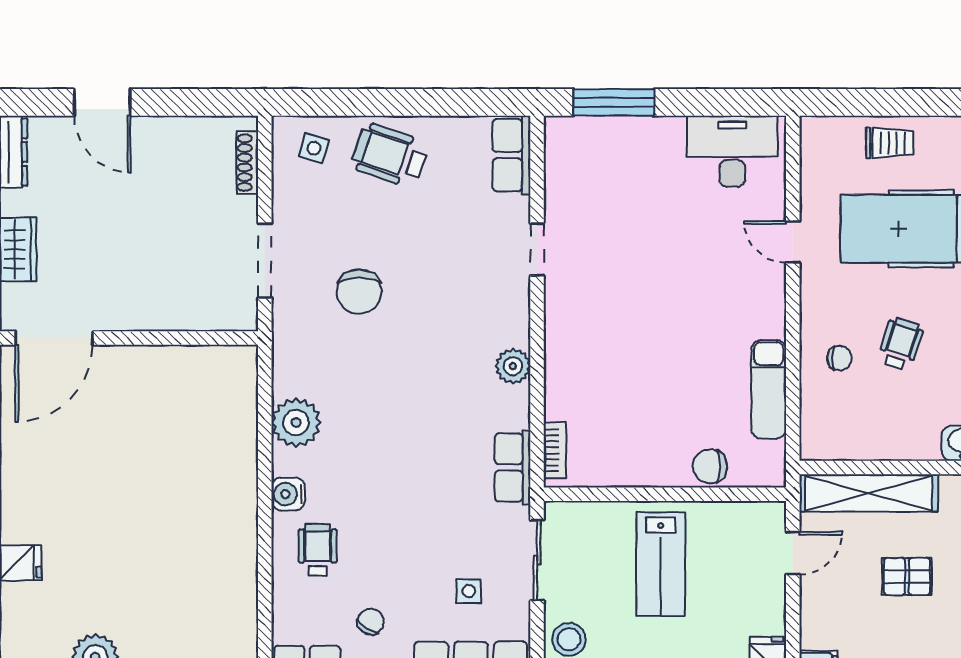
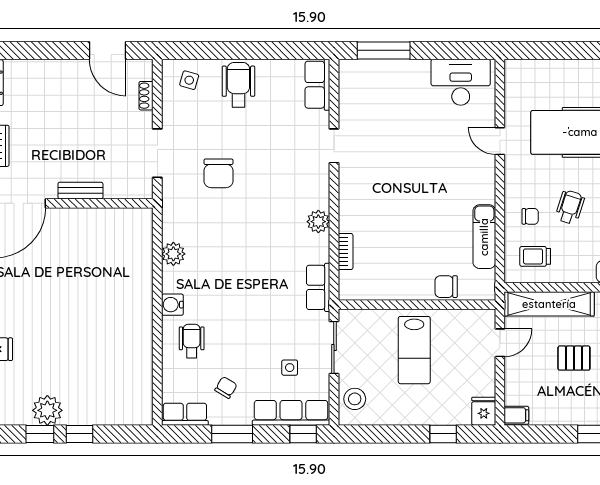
door: (102, 102) -> (107, 50), moved
trolley: (890, 143) -> (535, 256), moved, turned 180
wheelchair: (390, 155) -> (238, 85), turned 71
shoe rack: (247, 163) -> (146, 96), width x0.70
bench: (146, 318) -> (80, 191), added
plant: (296, 422) -> (173, 254), width x0.73, depth x0.73
bookcase: (555, 450) -> (346, 251), moved

